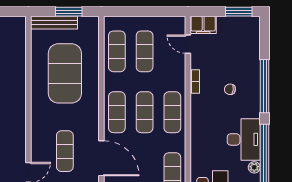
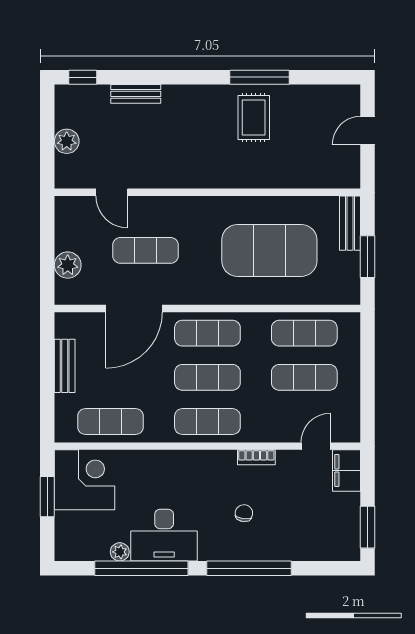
bench: (54, 23) -> (350, 223), width x0.73

